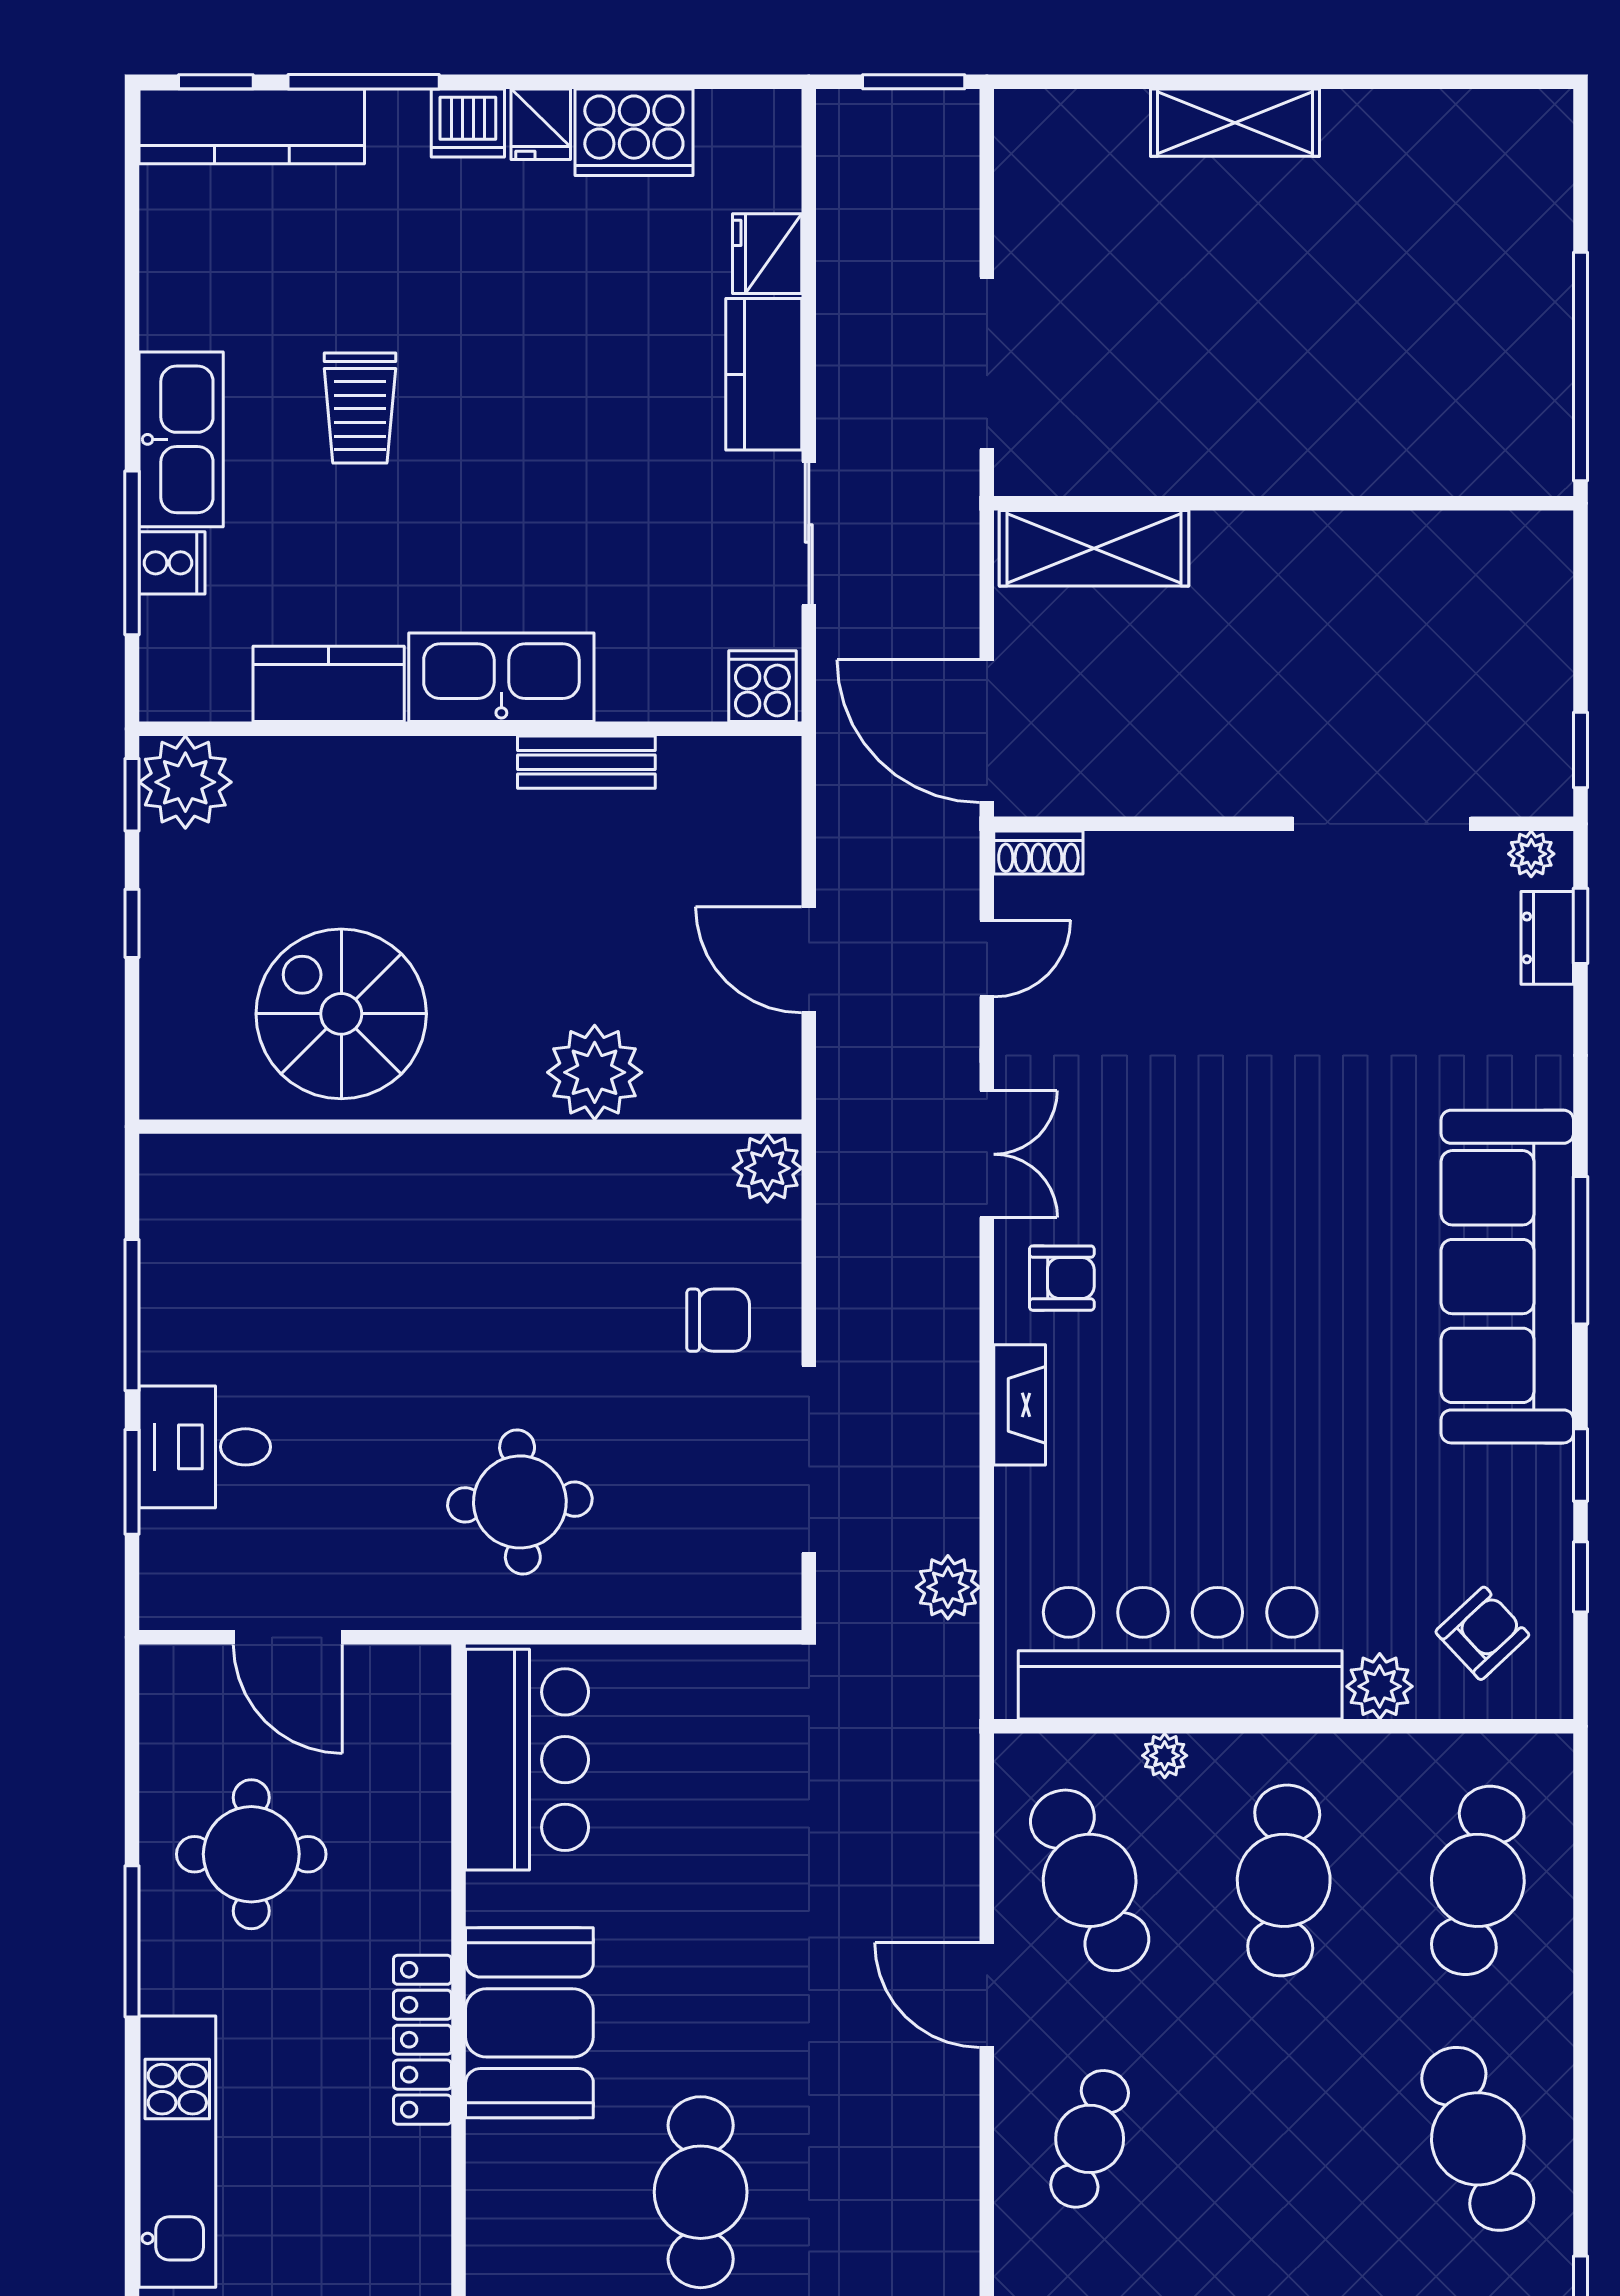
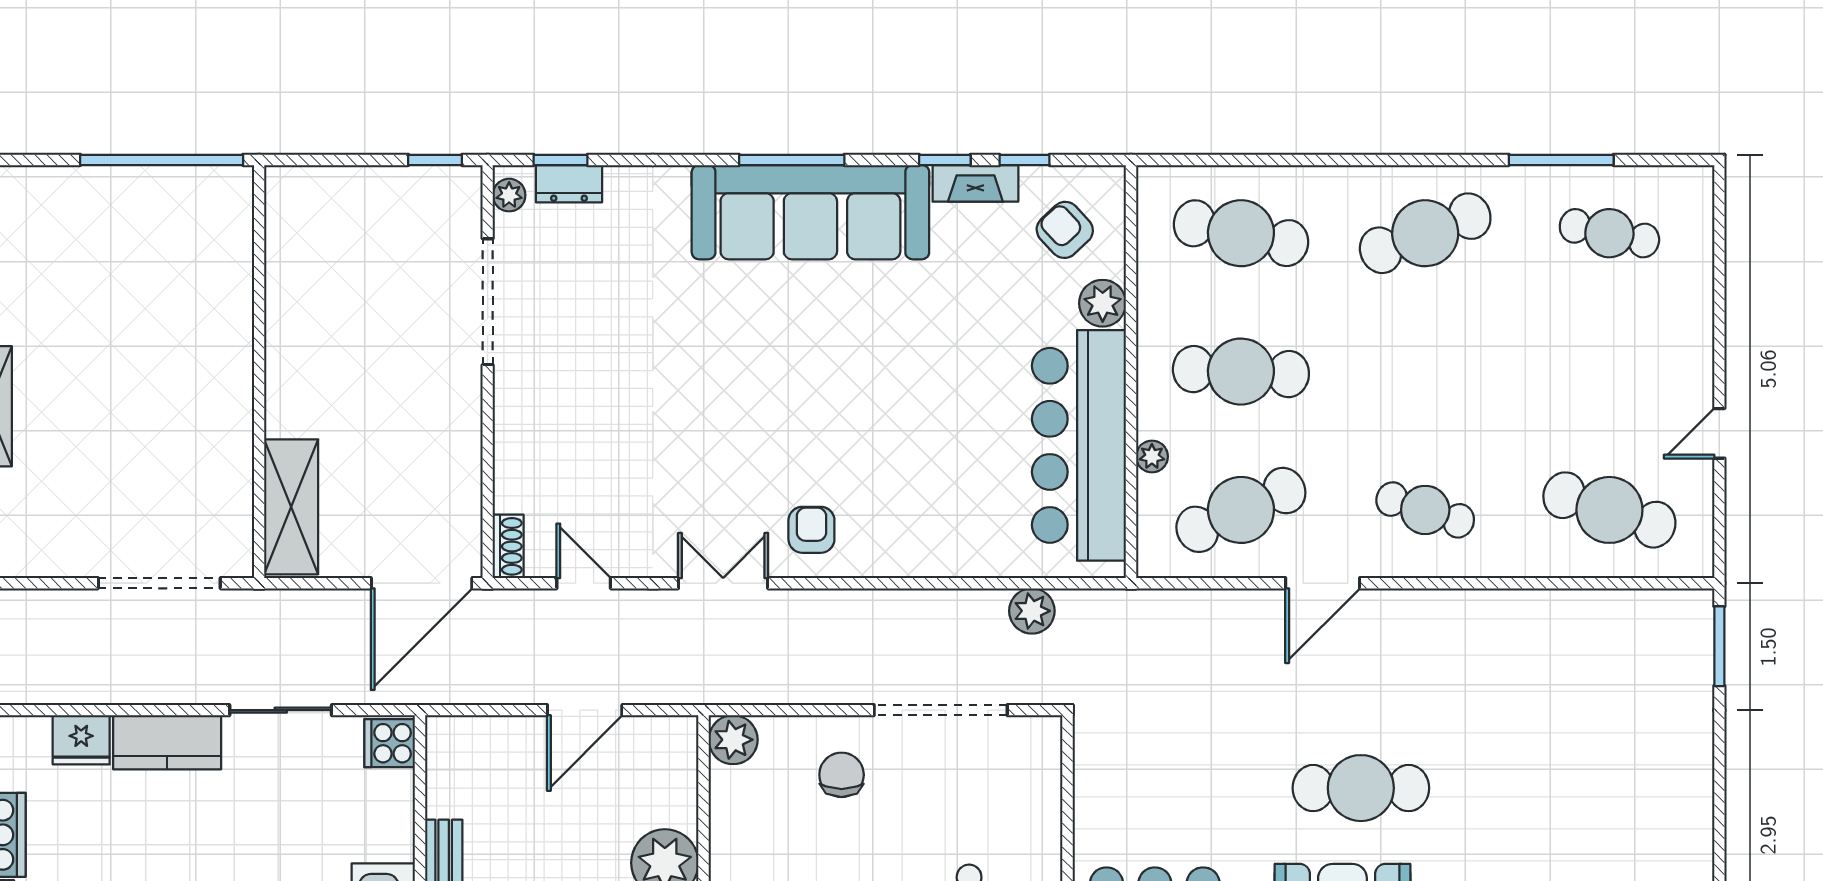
fireplace: (1020, 1405) -> (975, 183), moved, turned 180
cafe table: (701, 2192) -> (1361, 788), moved

